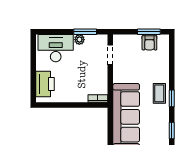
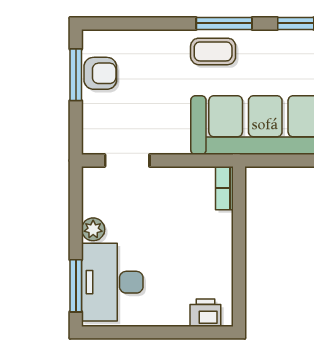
window: (85, 32) -> (76, 286), moved
printer: (45, 84) -> (205, 313), width x0.53, depth x0.68
window: (172, 98) -> (224, 23), width x1.50

